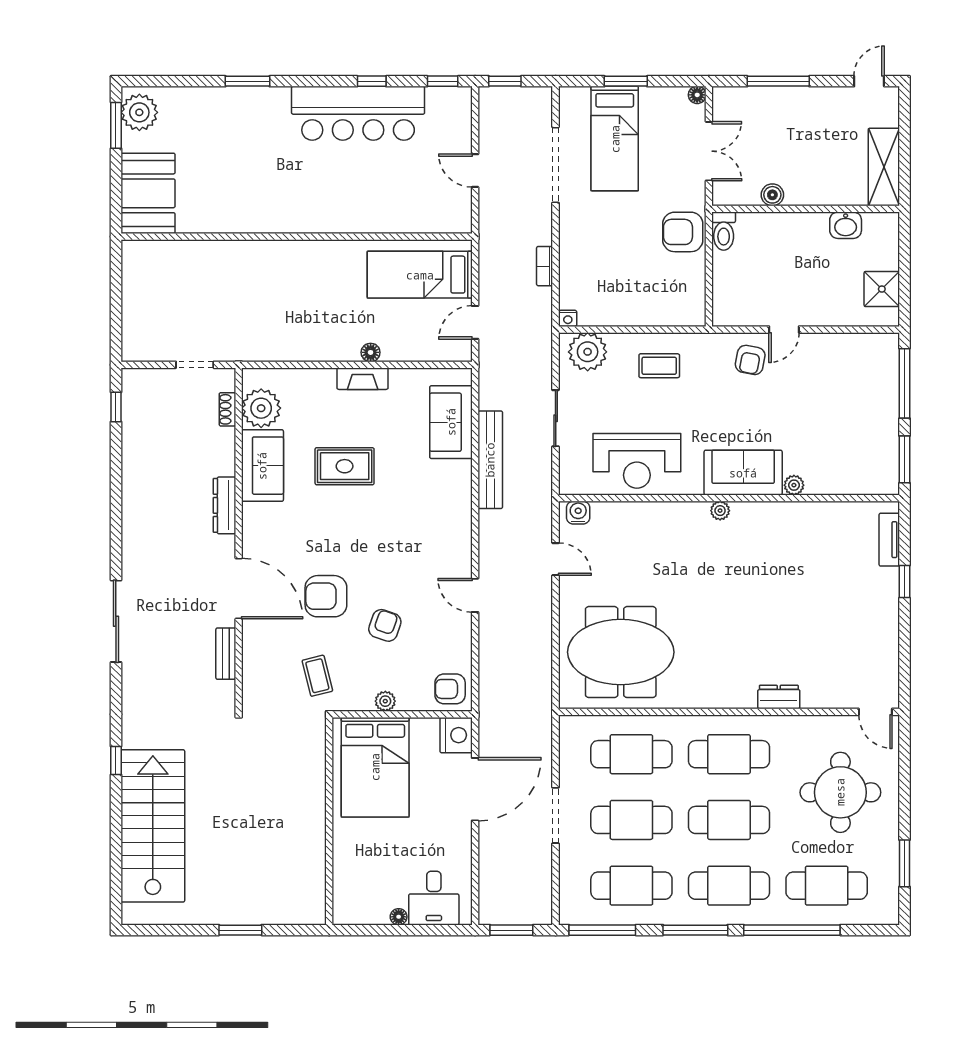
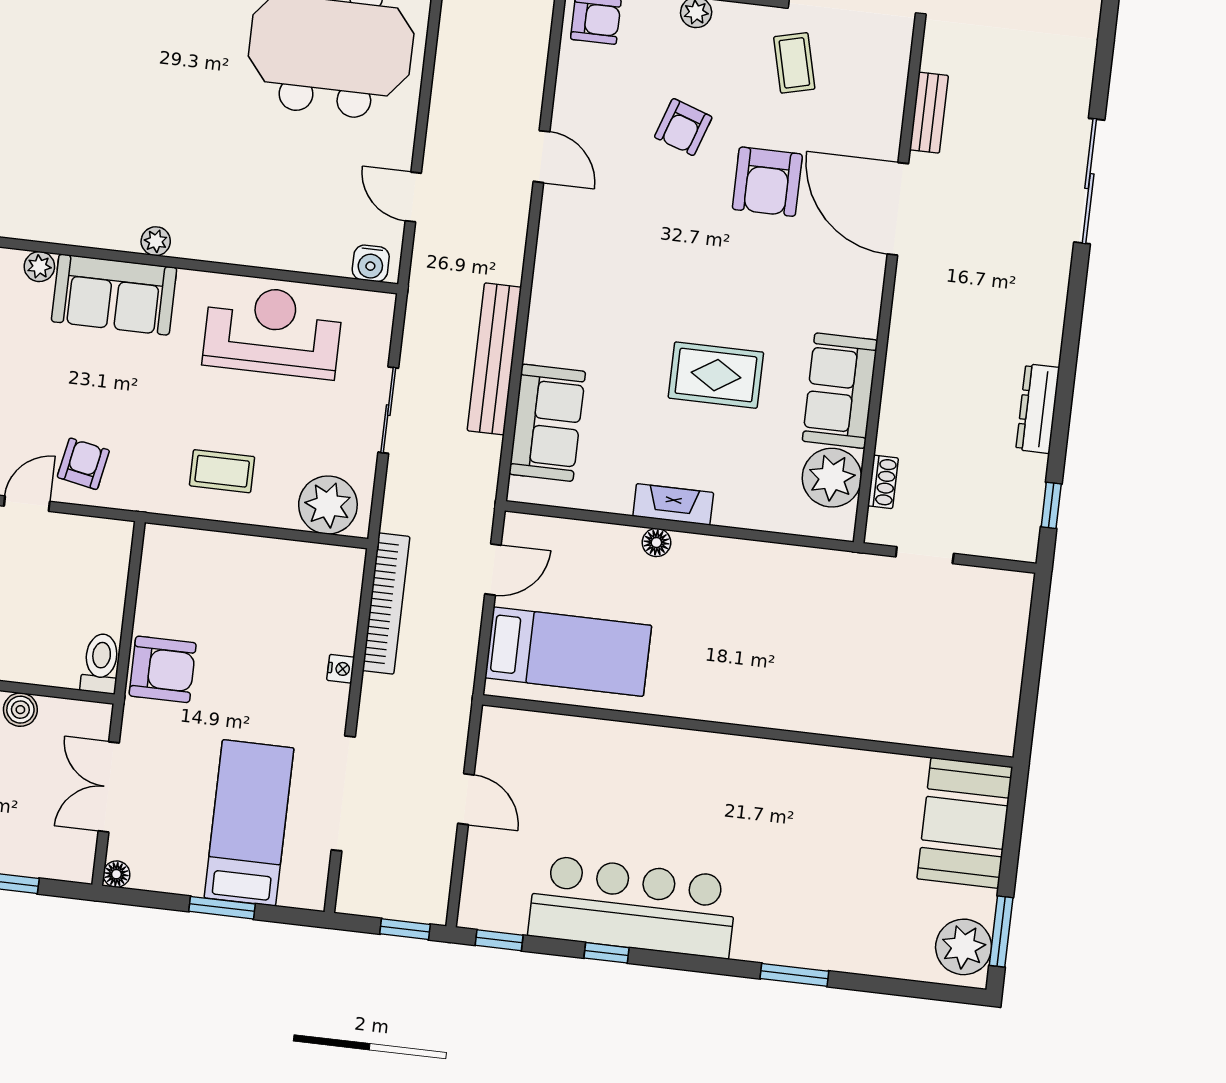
bookcase: (545, 266) -> (386, 604), width x2.31, depth x1.31
nightstand: (568, 318) -> (341, 669), moved, turned 90
dresser: (225, 505) -> (1038, 409), moved, turned 180
armchair: (326, 596) -> (767, 182), turned 90

